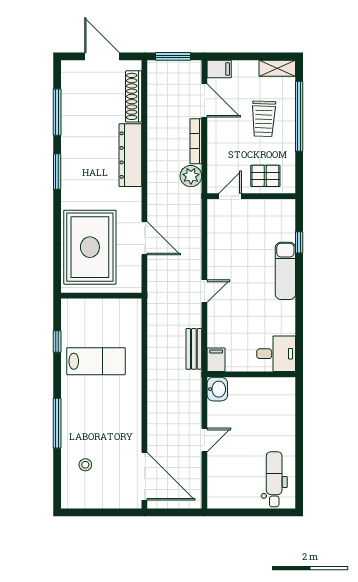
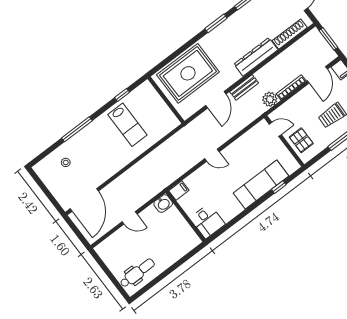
exam couch: (285, 271) -> (261, 184), width x1.36, depth x1.45
bench: (194, 349) -> (244, 87), moved

